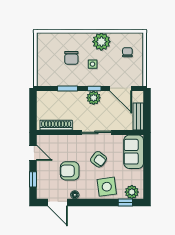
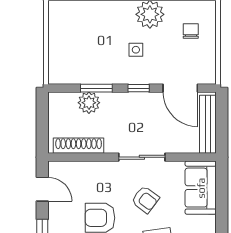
chair: (71, 58) -> (103, 40), removed
plant: (94, 98) -> (89, 103), moved
bench: (138, 116) -> (208, 124), width x1.36

